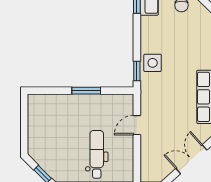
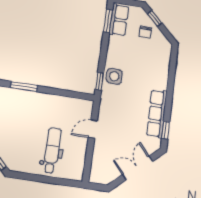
window: (86, 91) -> (24, 87), moved

